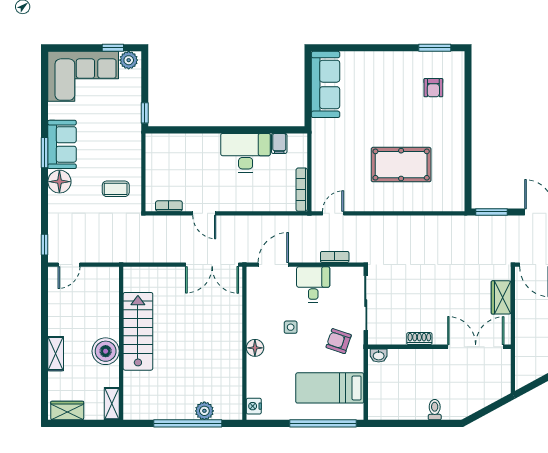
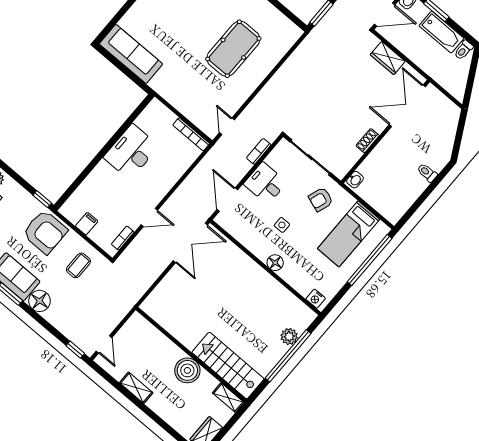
armchair: (120, 138) -> (45, 232), added
filing cabinet: (279, 143) -> (87, 224), moved, turned -90
stairs: (138, 331) -> (228, 366), moved
shelving: (56, 354) -> (136, 388), moved

